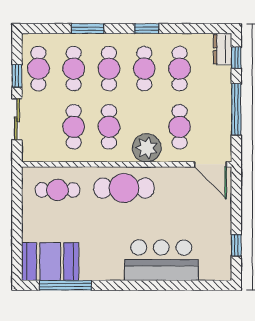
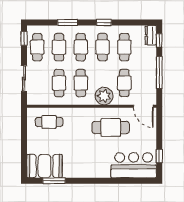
window: (17, 76) -> (24, 38), moved
cafe table: (124, 188) -> (111, 127), moved
bar counter: (161, 260) -> (134, 165), moved
window: (66, 285) -> (54, 181), width x0.69

